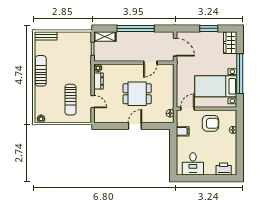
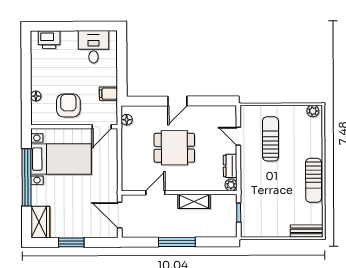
window: (136, 28) -> (177, 242), width x0.68
shelving: (105, 36) -> (194, 202), moved
armchair: (210, 123) -> (68, 105), turned 90

